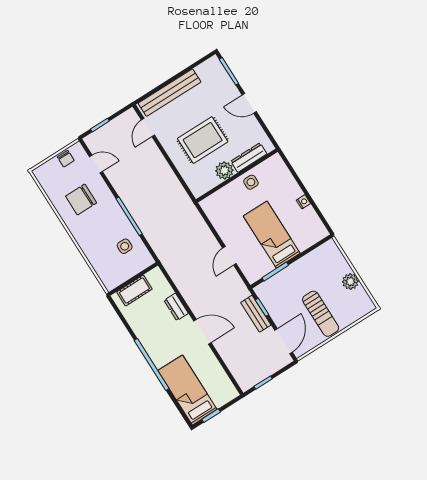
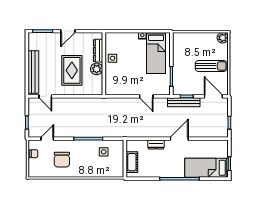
bed: (272, 235) -> (156, 53), moved, turned -90
plant: (350, 281) -> (223, 38), moved
bench: (256, 314) -> (184, 102), width x1.36

